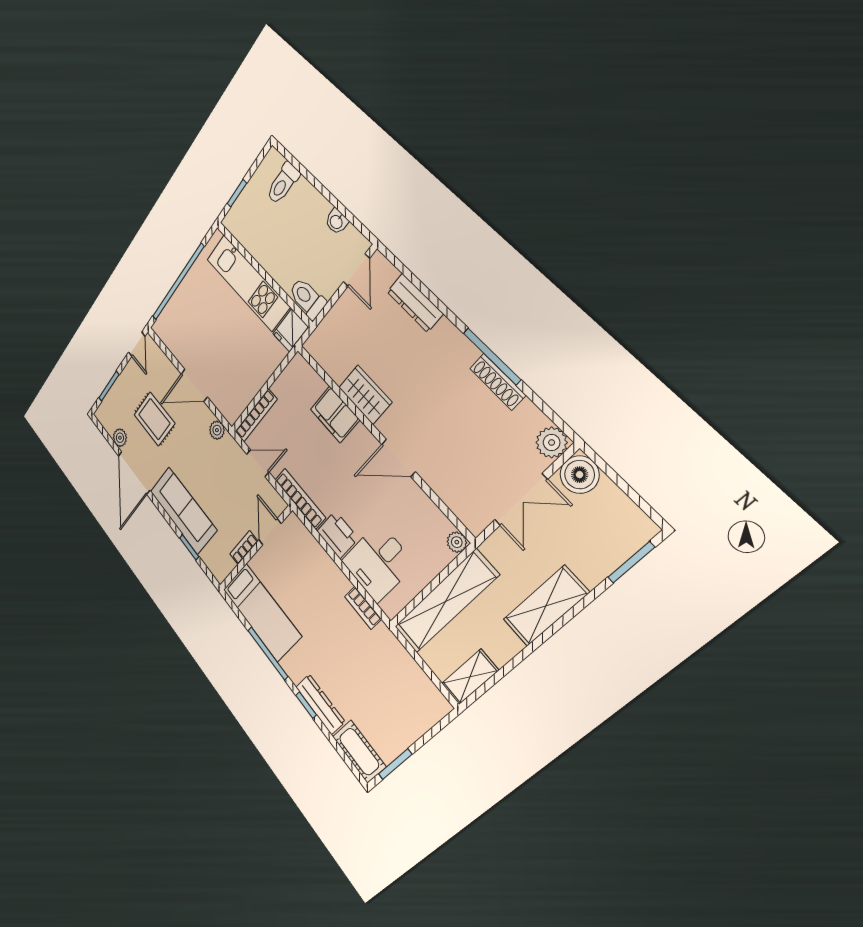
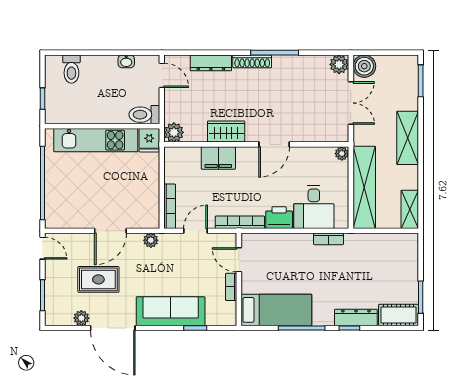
plant: (318, 345) -> (174, 132), added
shoe rack: (498, 382) -> (252, 61), moved

